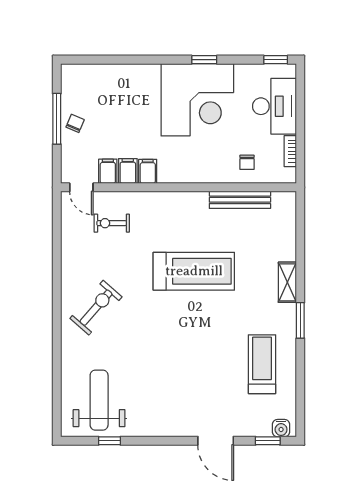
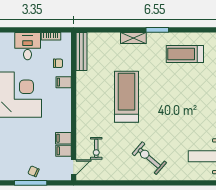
desk: (274, 106) -> (28, 46), width x0.73
filing cabinet: (148, 171) -> (64, 82), moved
bench: (240, 200) -> (82, 52), moved

